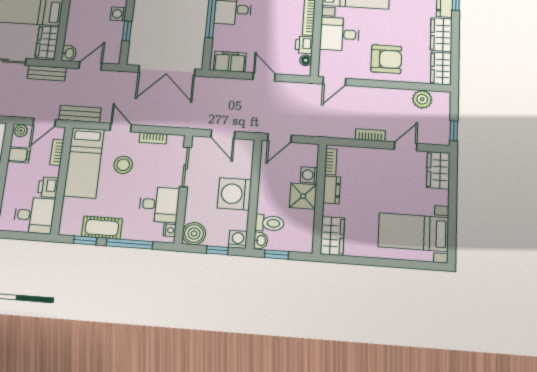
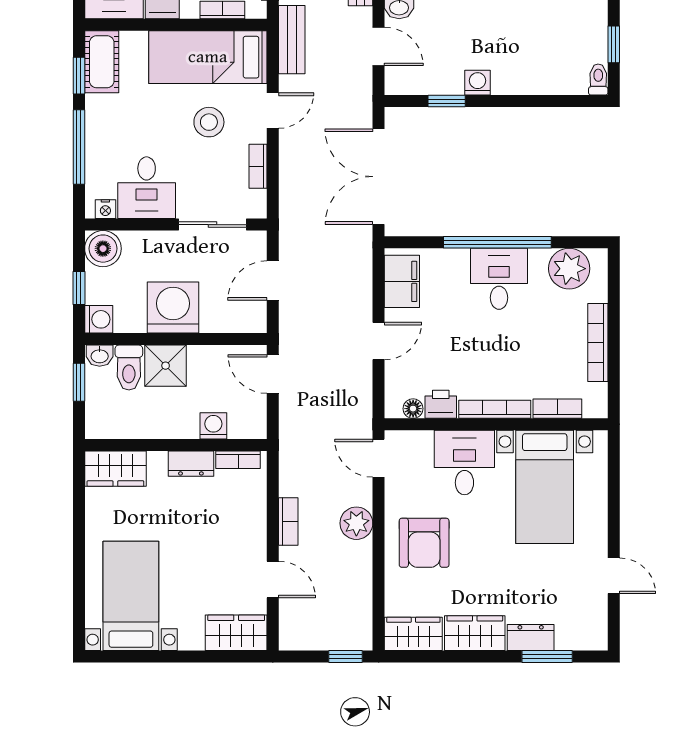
plant: (422, 99) -> (356, 523), moved
window: (454, 131) -> (346, 656), moved
shower: (303, 196) -> (166, 366), moved
cot: (102, 228) -> (102, 62), moved

